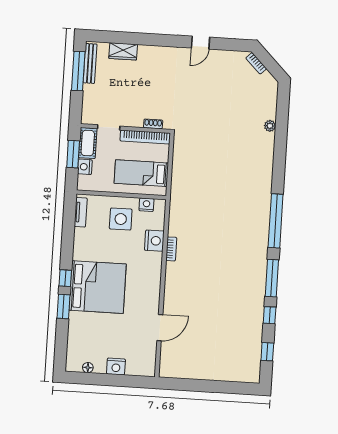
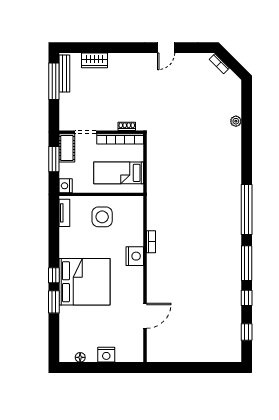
nightstand: (85, 167) -> (66, 186), moved
nightstand: (146, 205) -> (125, 202), removed
nightstand: (154, 241) -> (135, 256), moved

